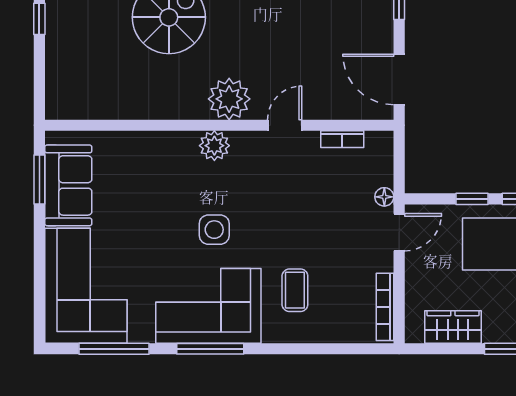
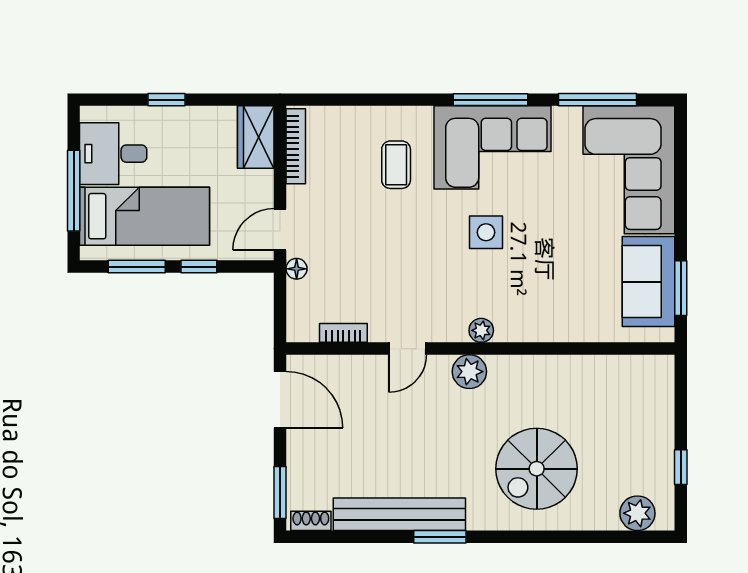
plant: (229, 99) -> (469, 372), width x0.73, depth x0.73
plant: (214, 146) -> (481, 330), width x0.73, depth x0.73
wardrobe: (453, 327) -> (256, 137), moved, turned 90

